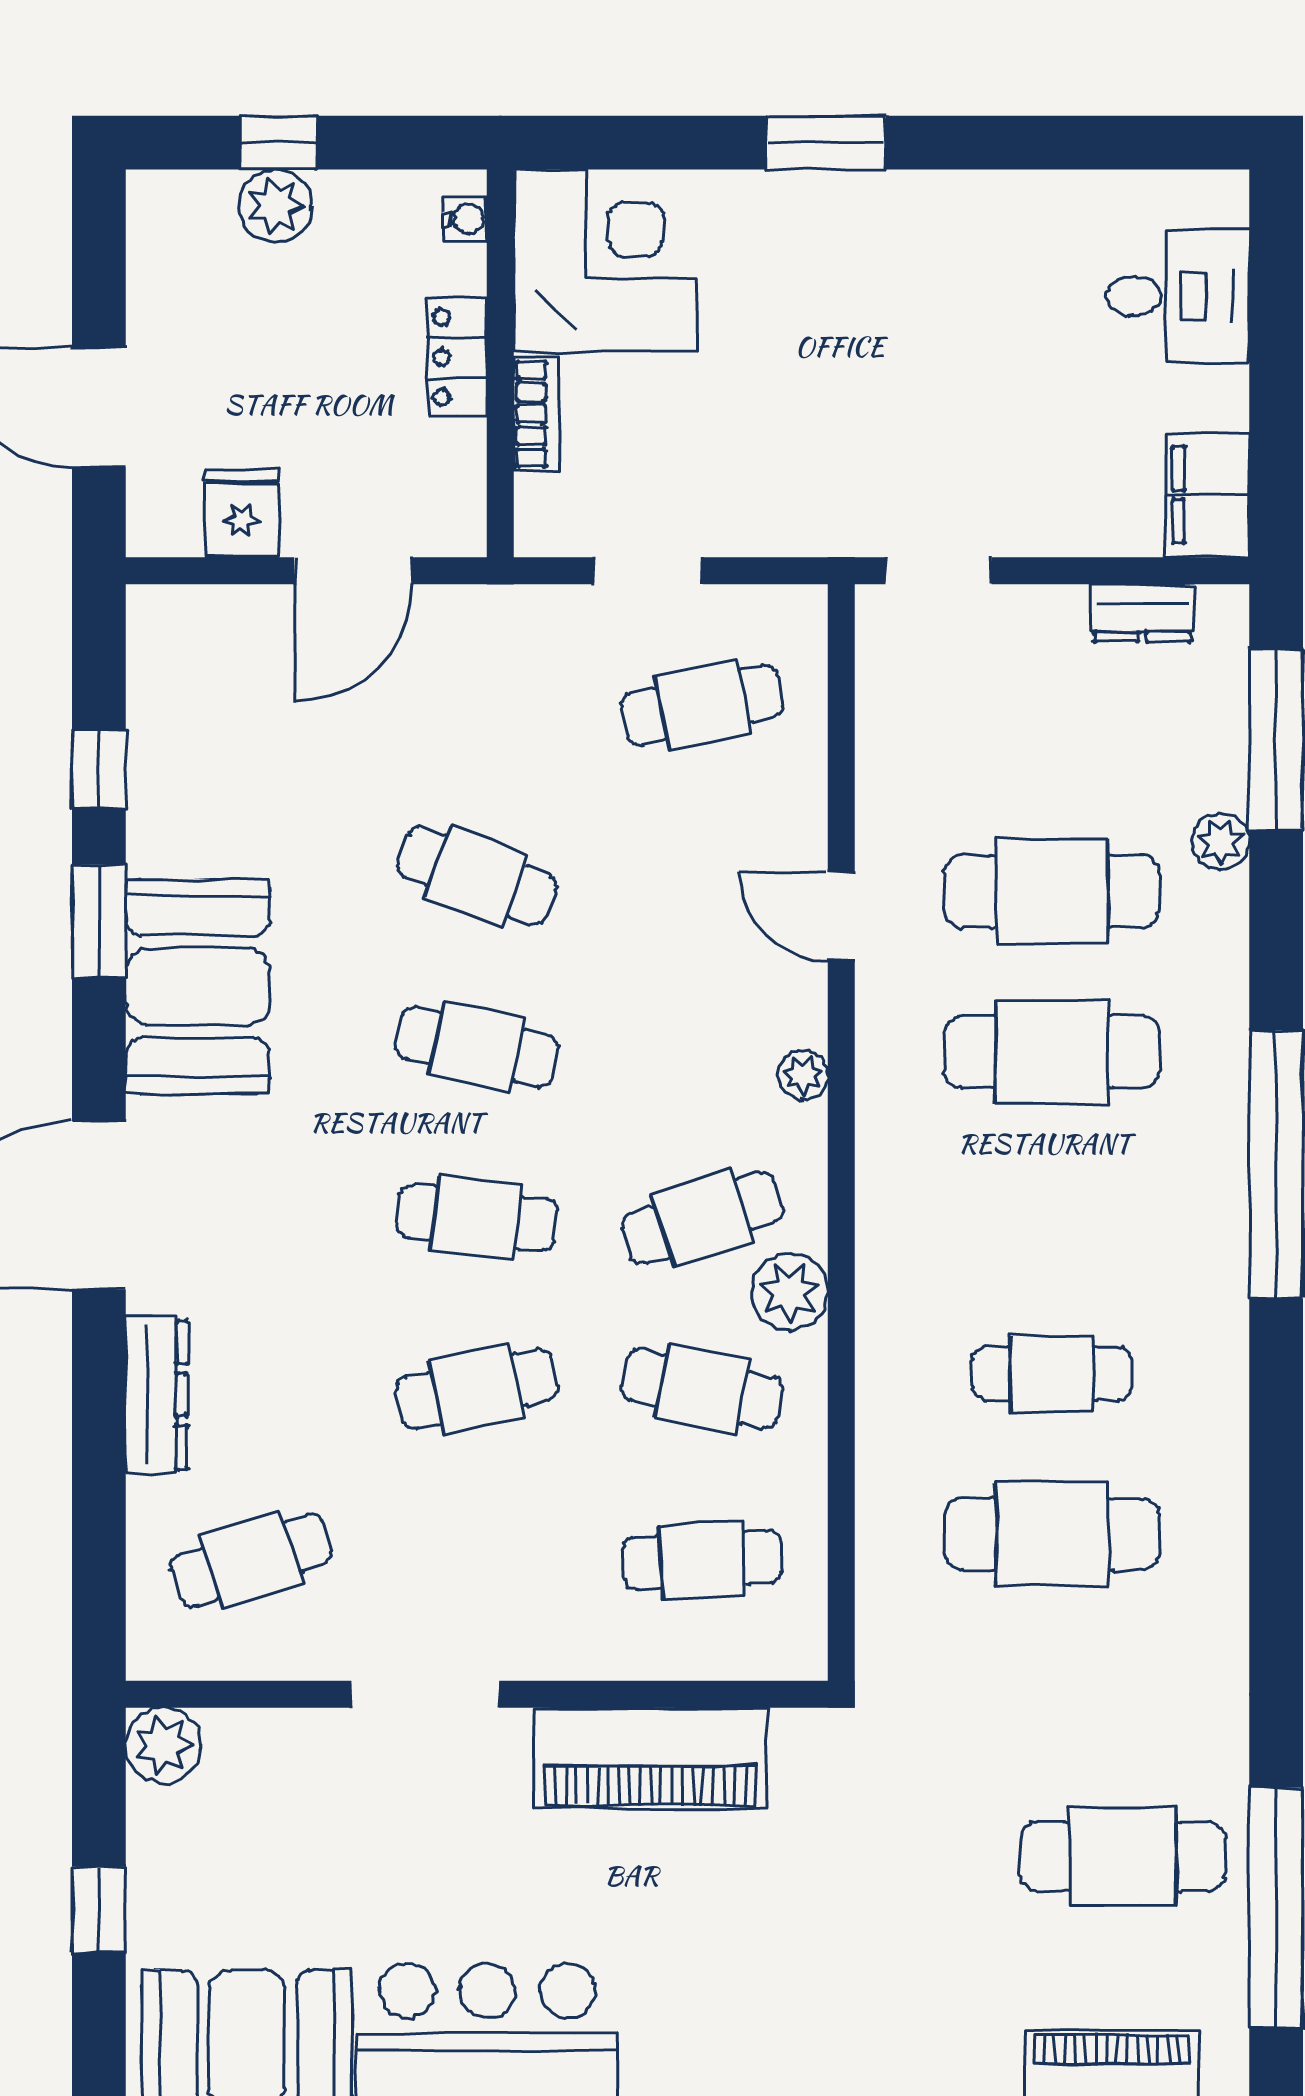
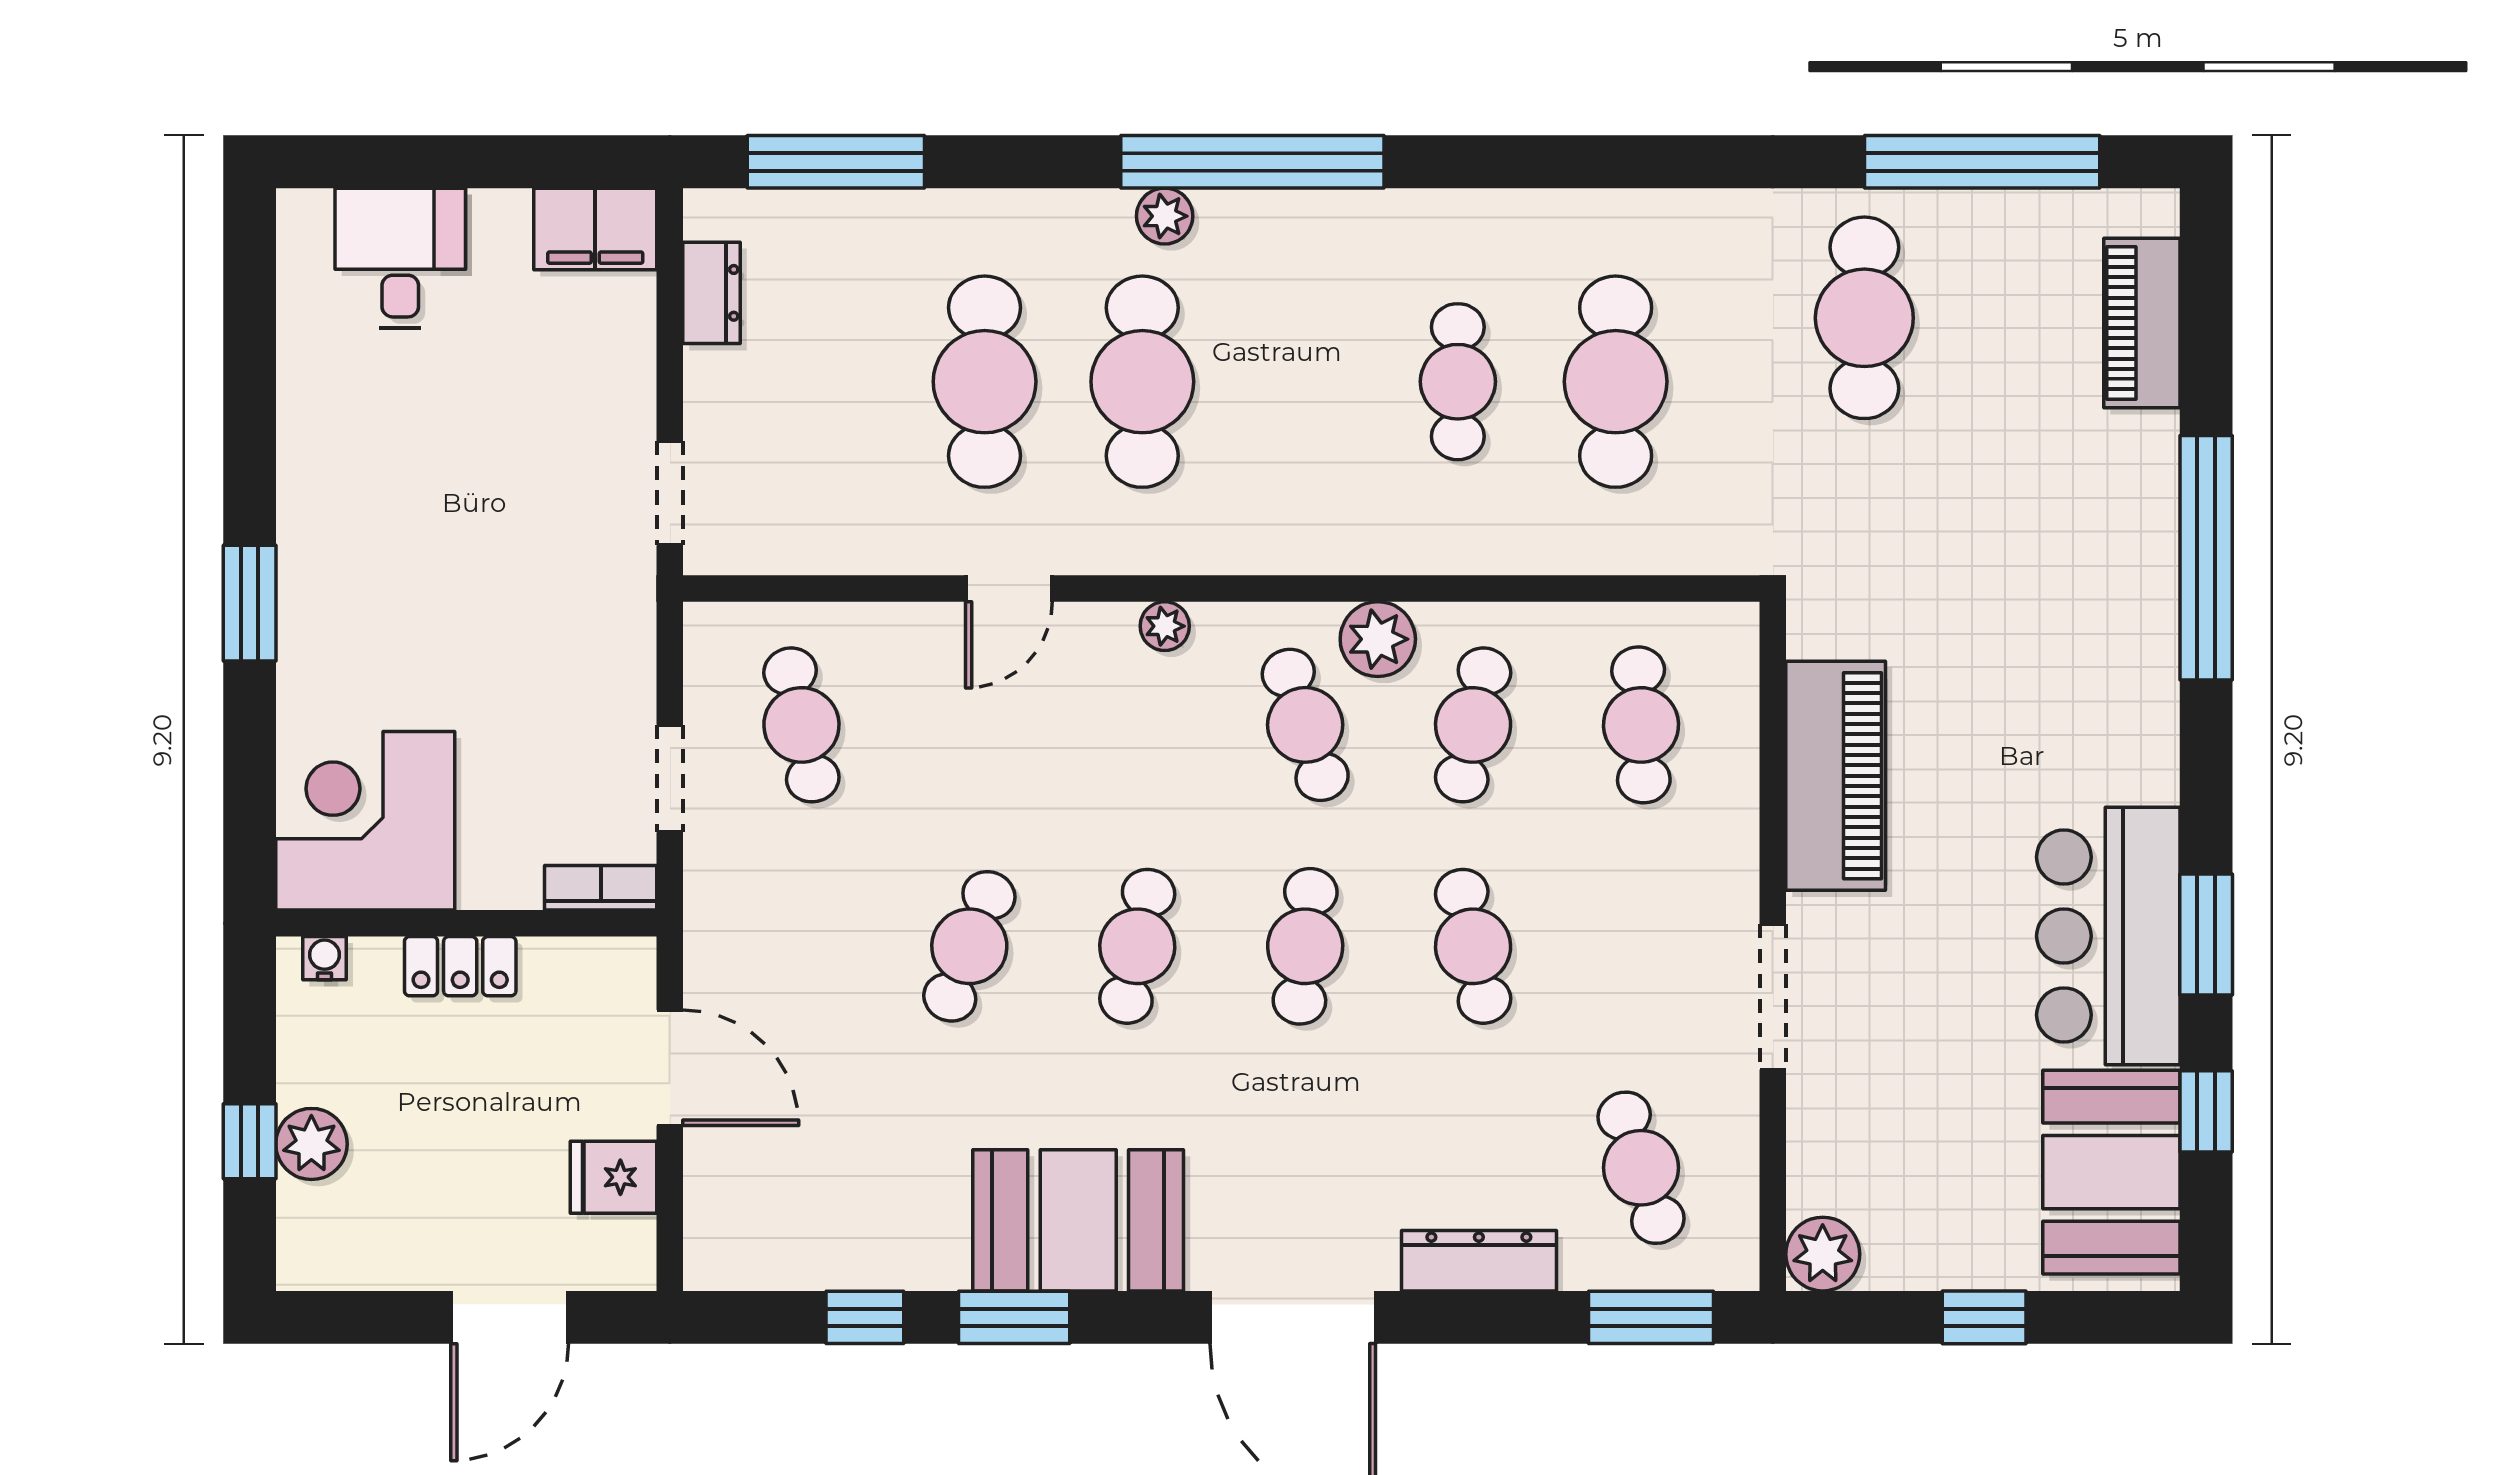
bookcase: (536, 414) -> (601, 888), moved
plant: (1221, 841) -> (1165, 216), moved
window: (99, 1570) -> (1651, 1317), added
cafe table: (1123, 1856) -> (1864, 318), moved

